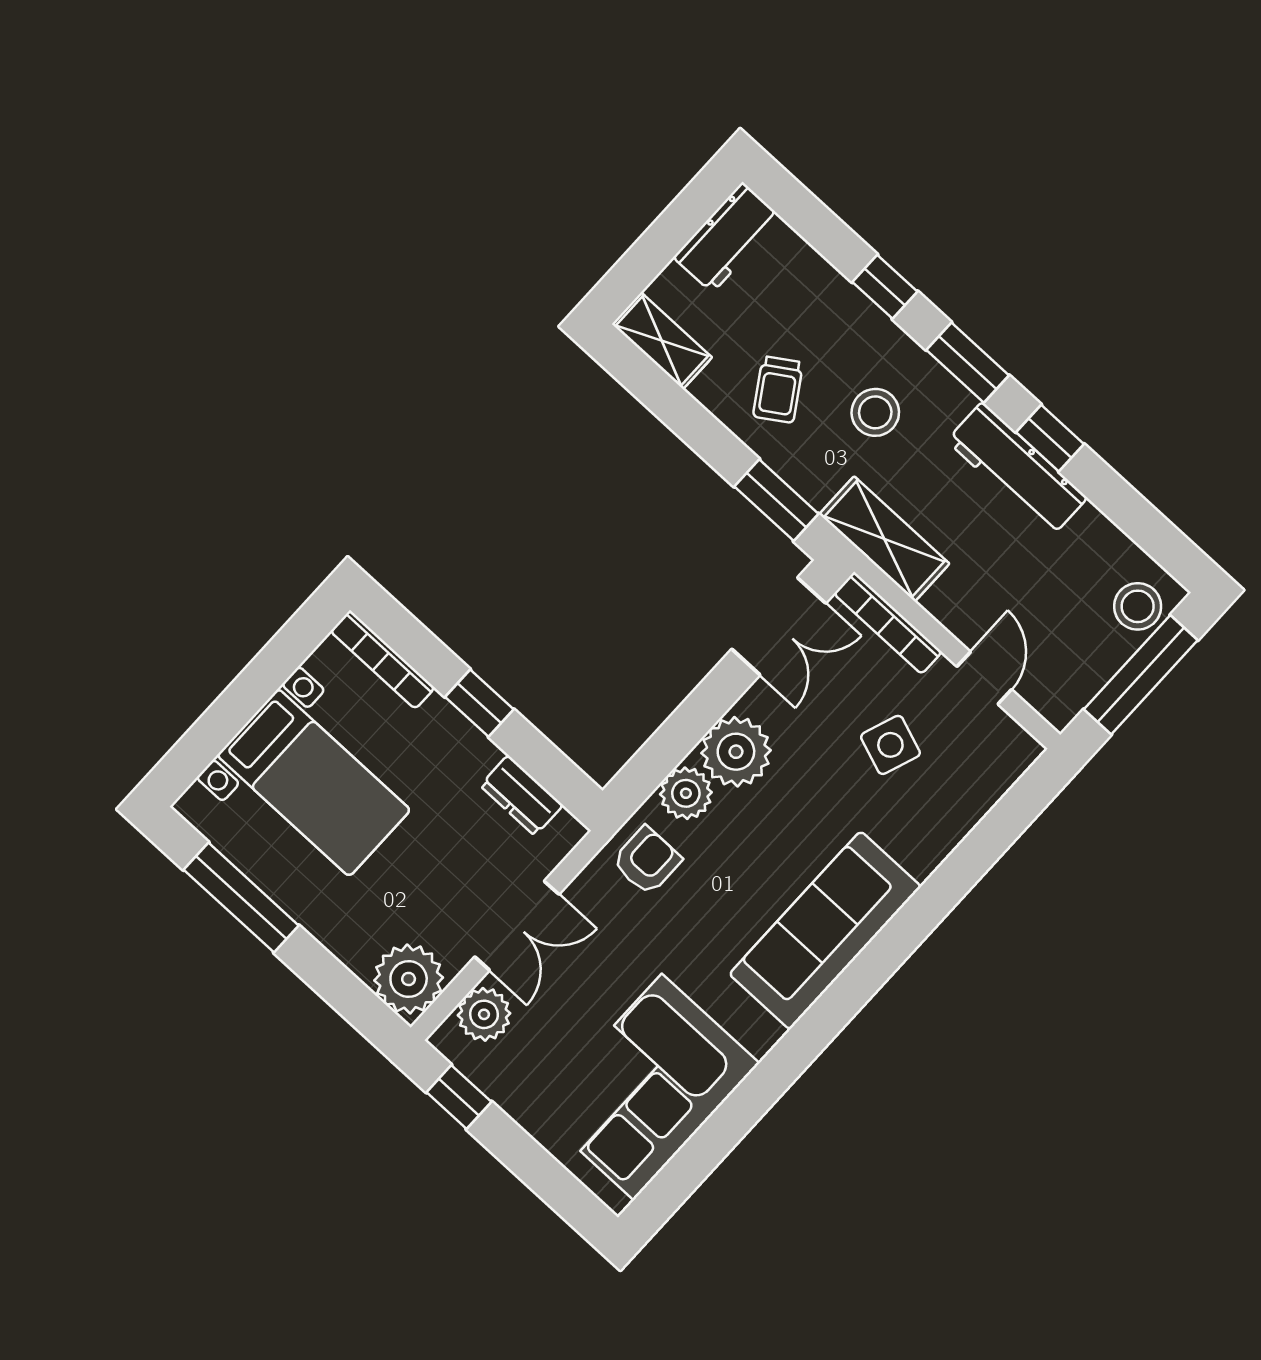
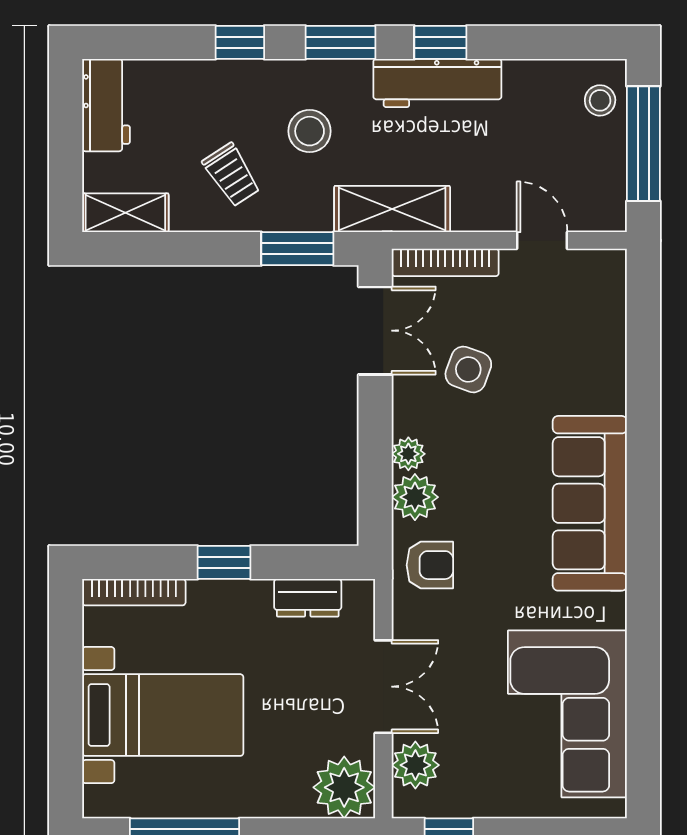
stool: (1138, 606) -> (600, 100), width x0.73, depth x0.73
side table: (890, 745) -> (468, 369), moved
plant: (736, 752) -> (408, 454), width x0.53, depth x0.53
armchair: (647, 861) -> (430, 565), turned 90

